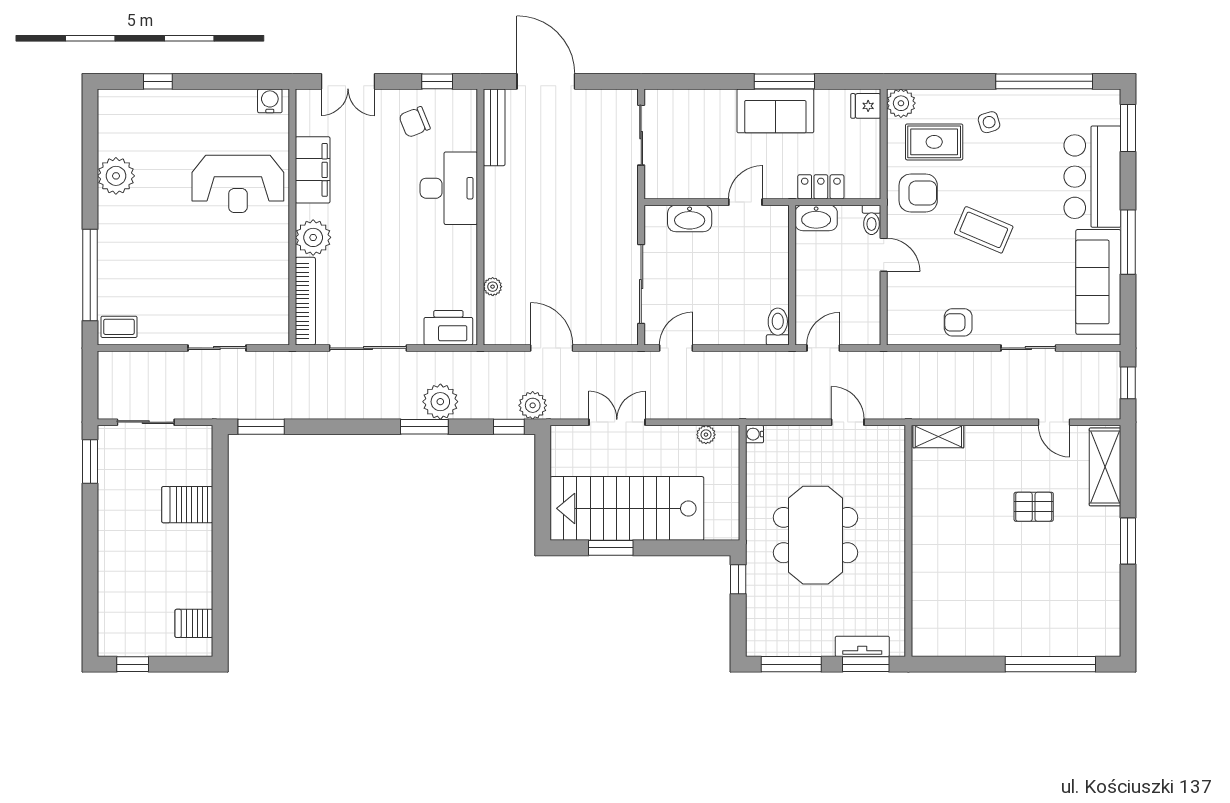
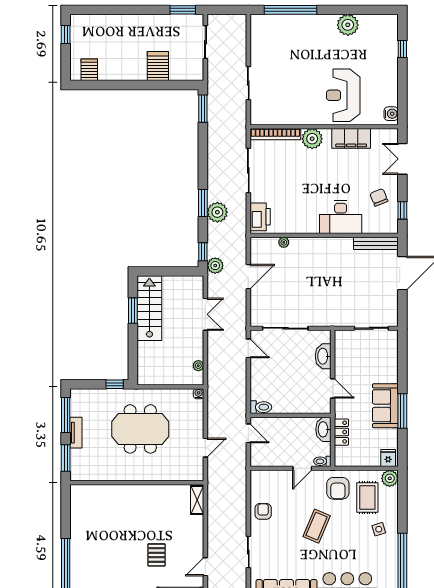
coffee table: (119, 327) -> (261, 27), removed
stairs: (627, 508) -> (149, 308), width x0.73, depth x0.66
tv unit: (862, 646) -> (76, 433), moved

